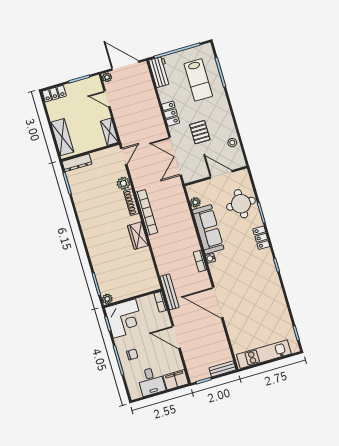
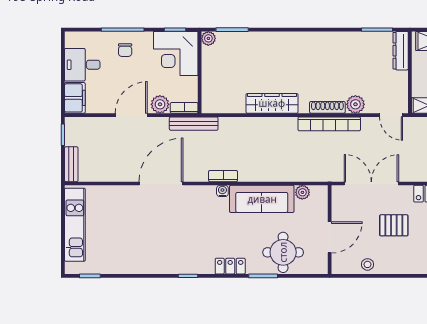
bookcase: (147, 212) -> (329, 124), moved
wardrobe: (138, 236) -> (272, 103), width x1.50
plant: (163, 319) -> (160, 104), added

